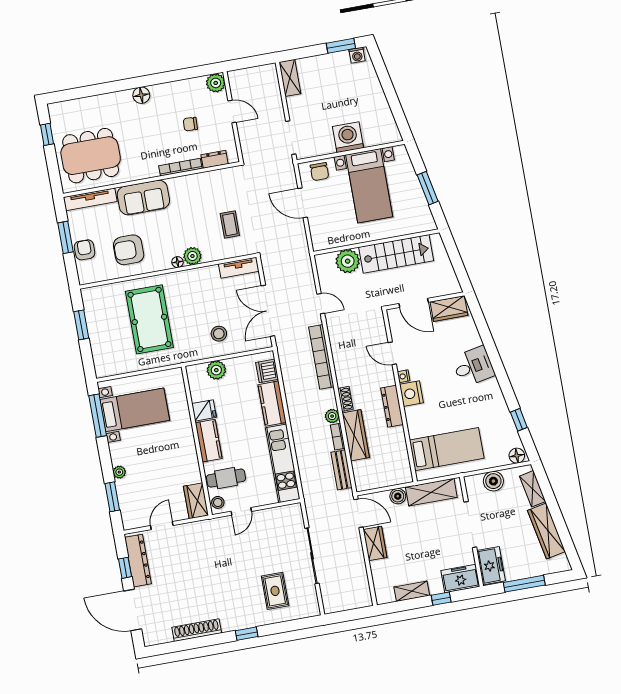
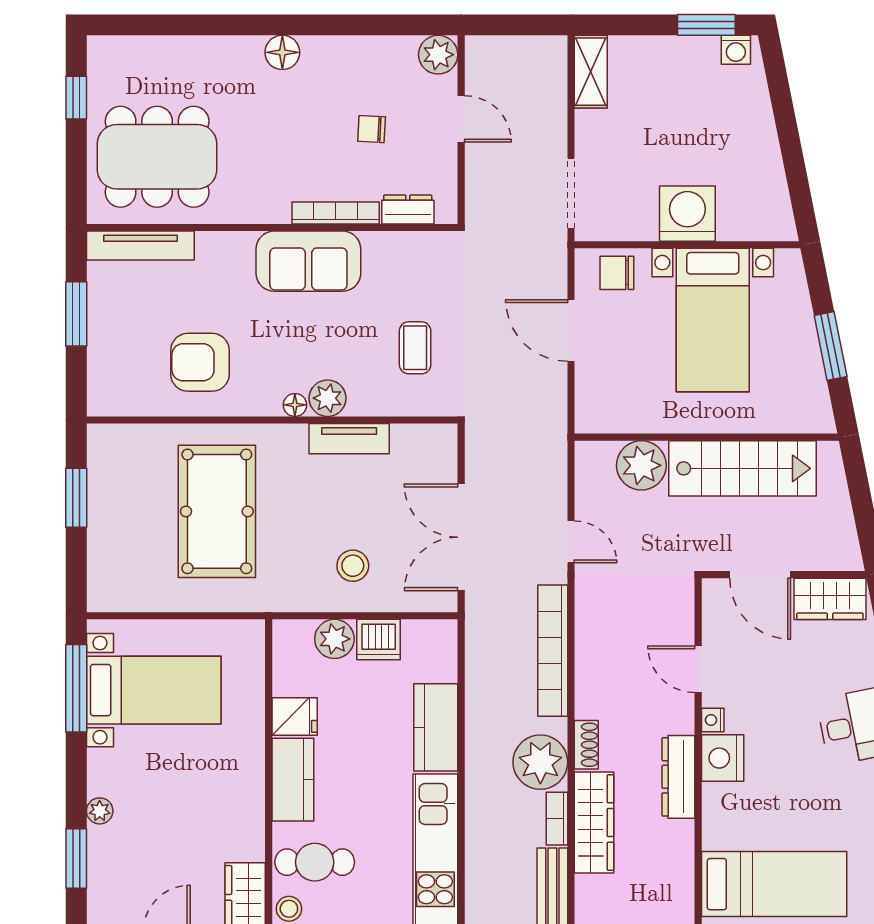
chair: (319, 172) -> (617, 273), turned 90
sofa: (143, 197) -> (308, 261), moved
armchair: (85, 250) -> (110, 346), removed
tv unit: (239, 268) -> (349, 439), moved
dishwasher: (267, 371) -> (379, 640), moved, turned -90
plant: (332, 416) -> (540, 762), width x1.88, depth x1.88

